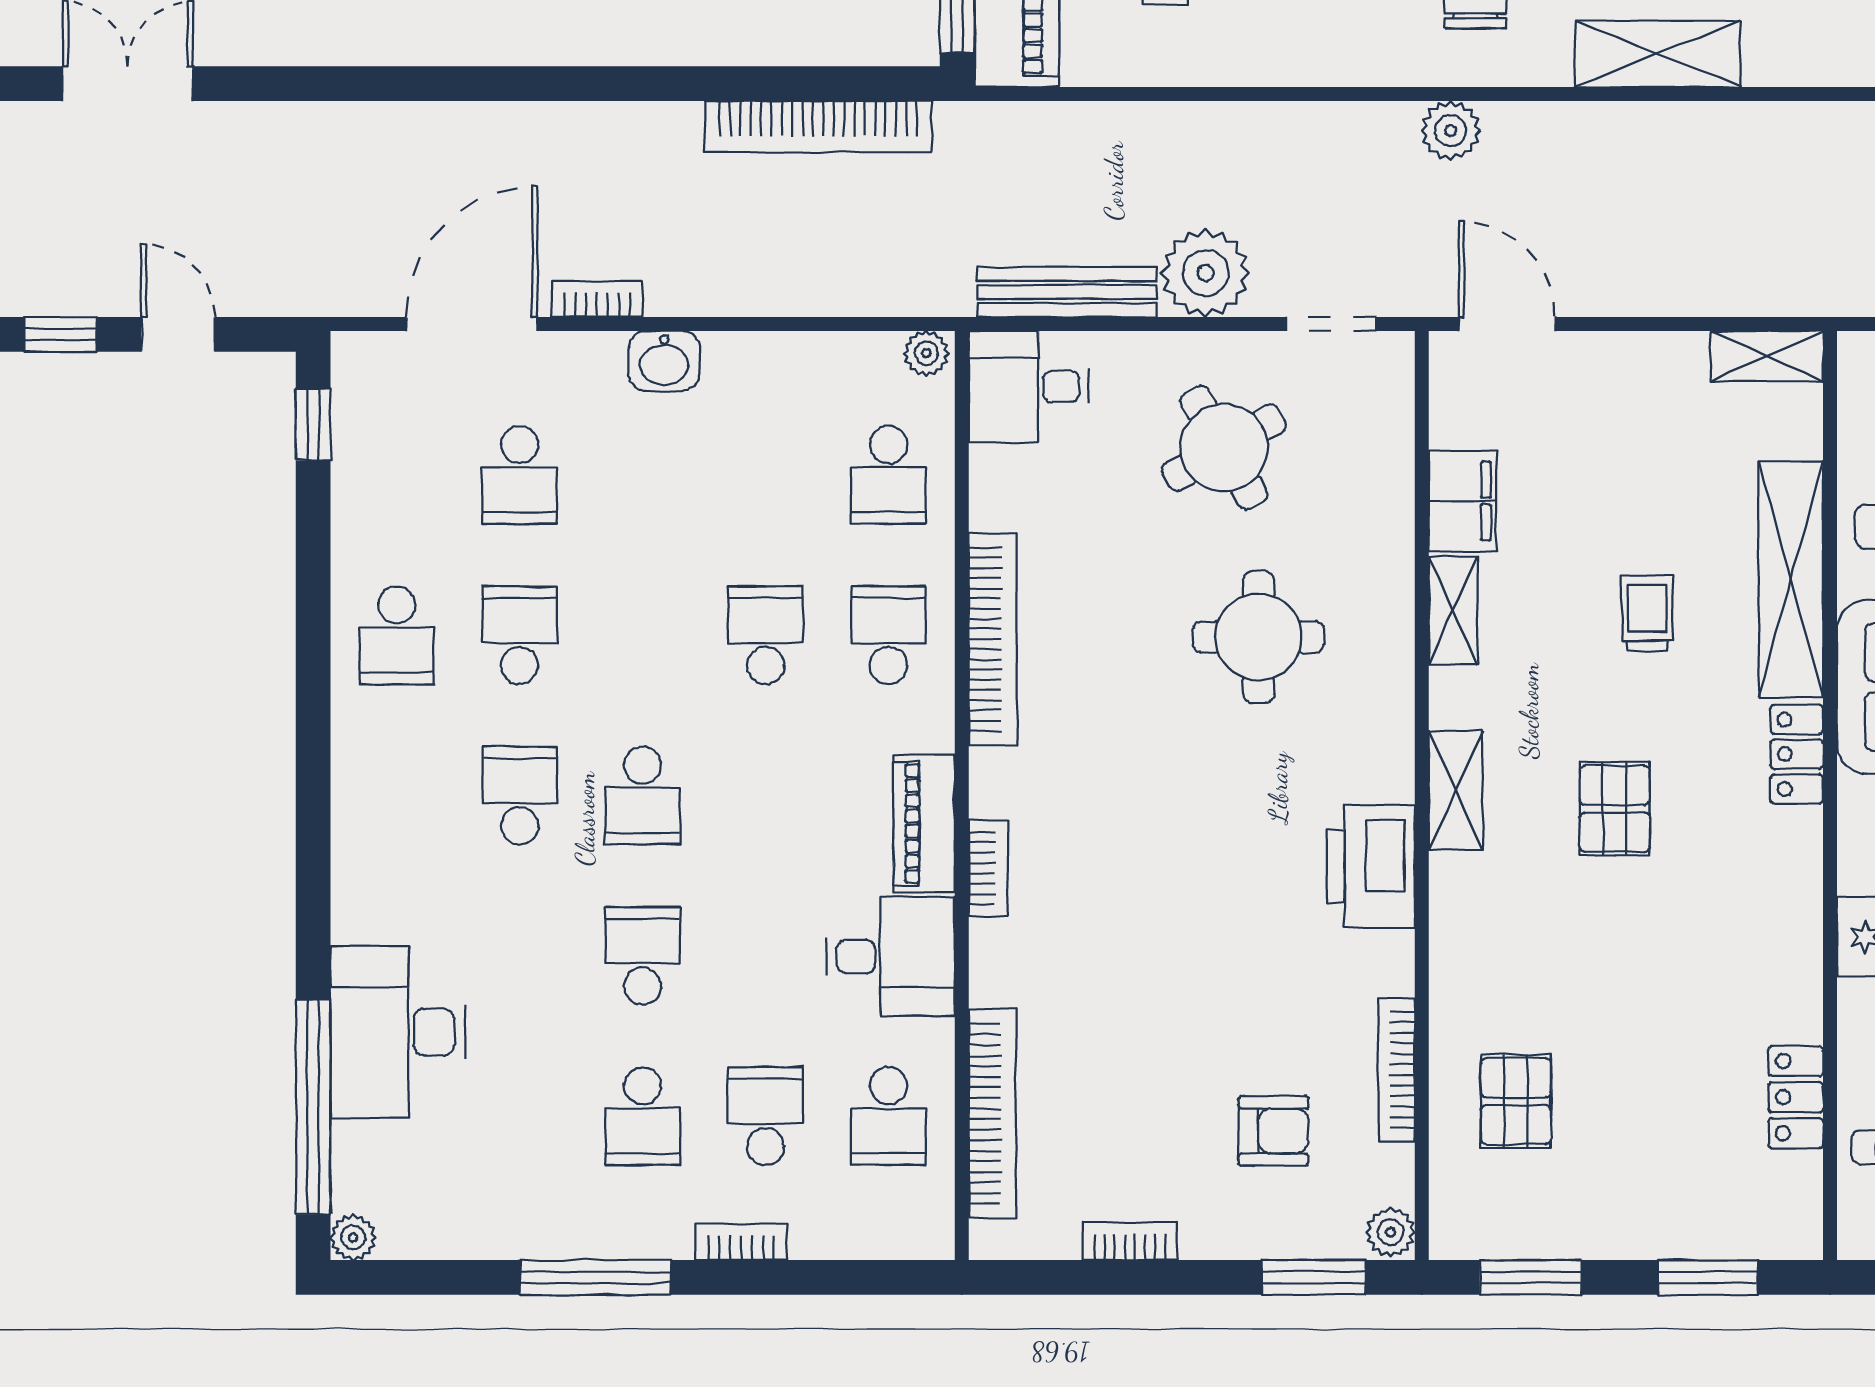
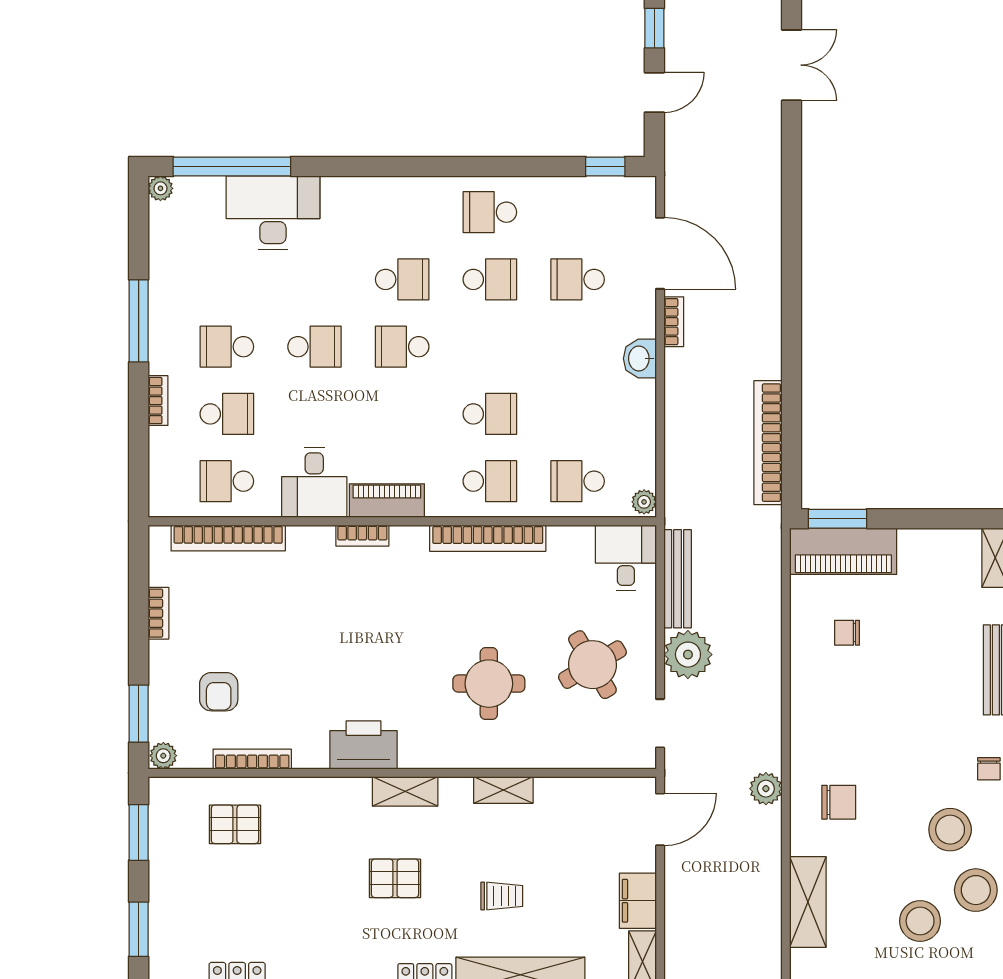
filing cabinet: (1462, 501) -> (638, 901), moved, turned 90

